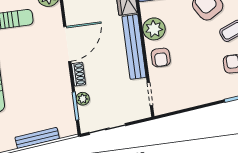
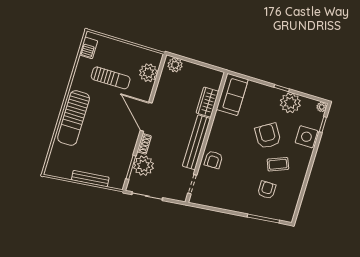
plant: (154, 29) -> (218, 135), removed
door: (67, 44) -> (146, 117), swing flipped
plant: (83, 99) -> (144, 166), width x1.88, depth x1.88

